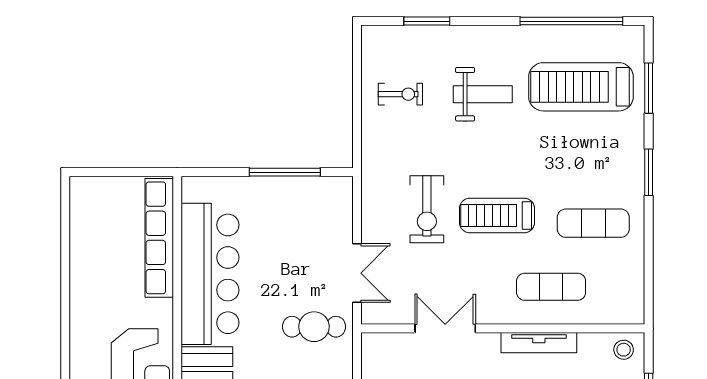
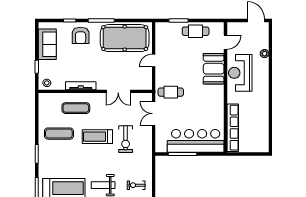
exercise bike: (427, 209) -> (126, 139), turned 180
treadmill: (497, 216) -> (97, 137), turned 180
bar counter: (210, 274) -> (196, 141), moved, turned 90

